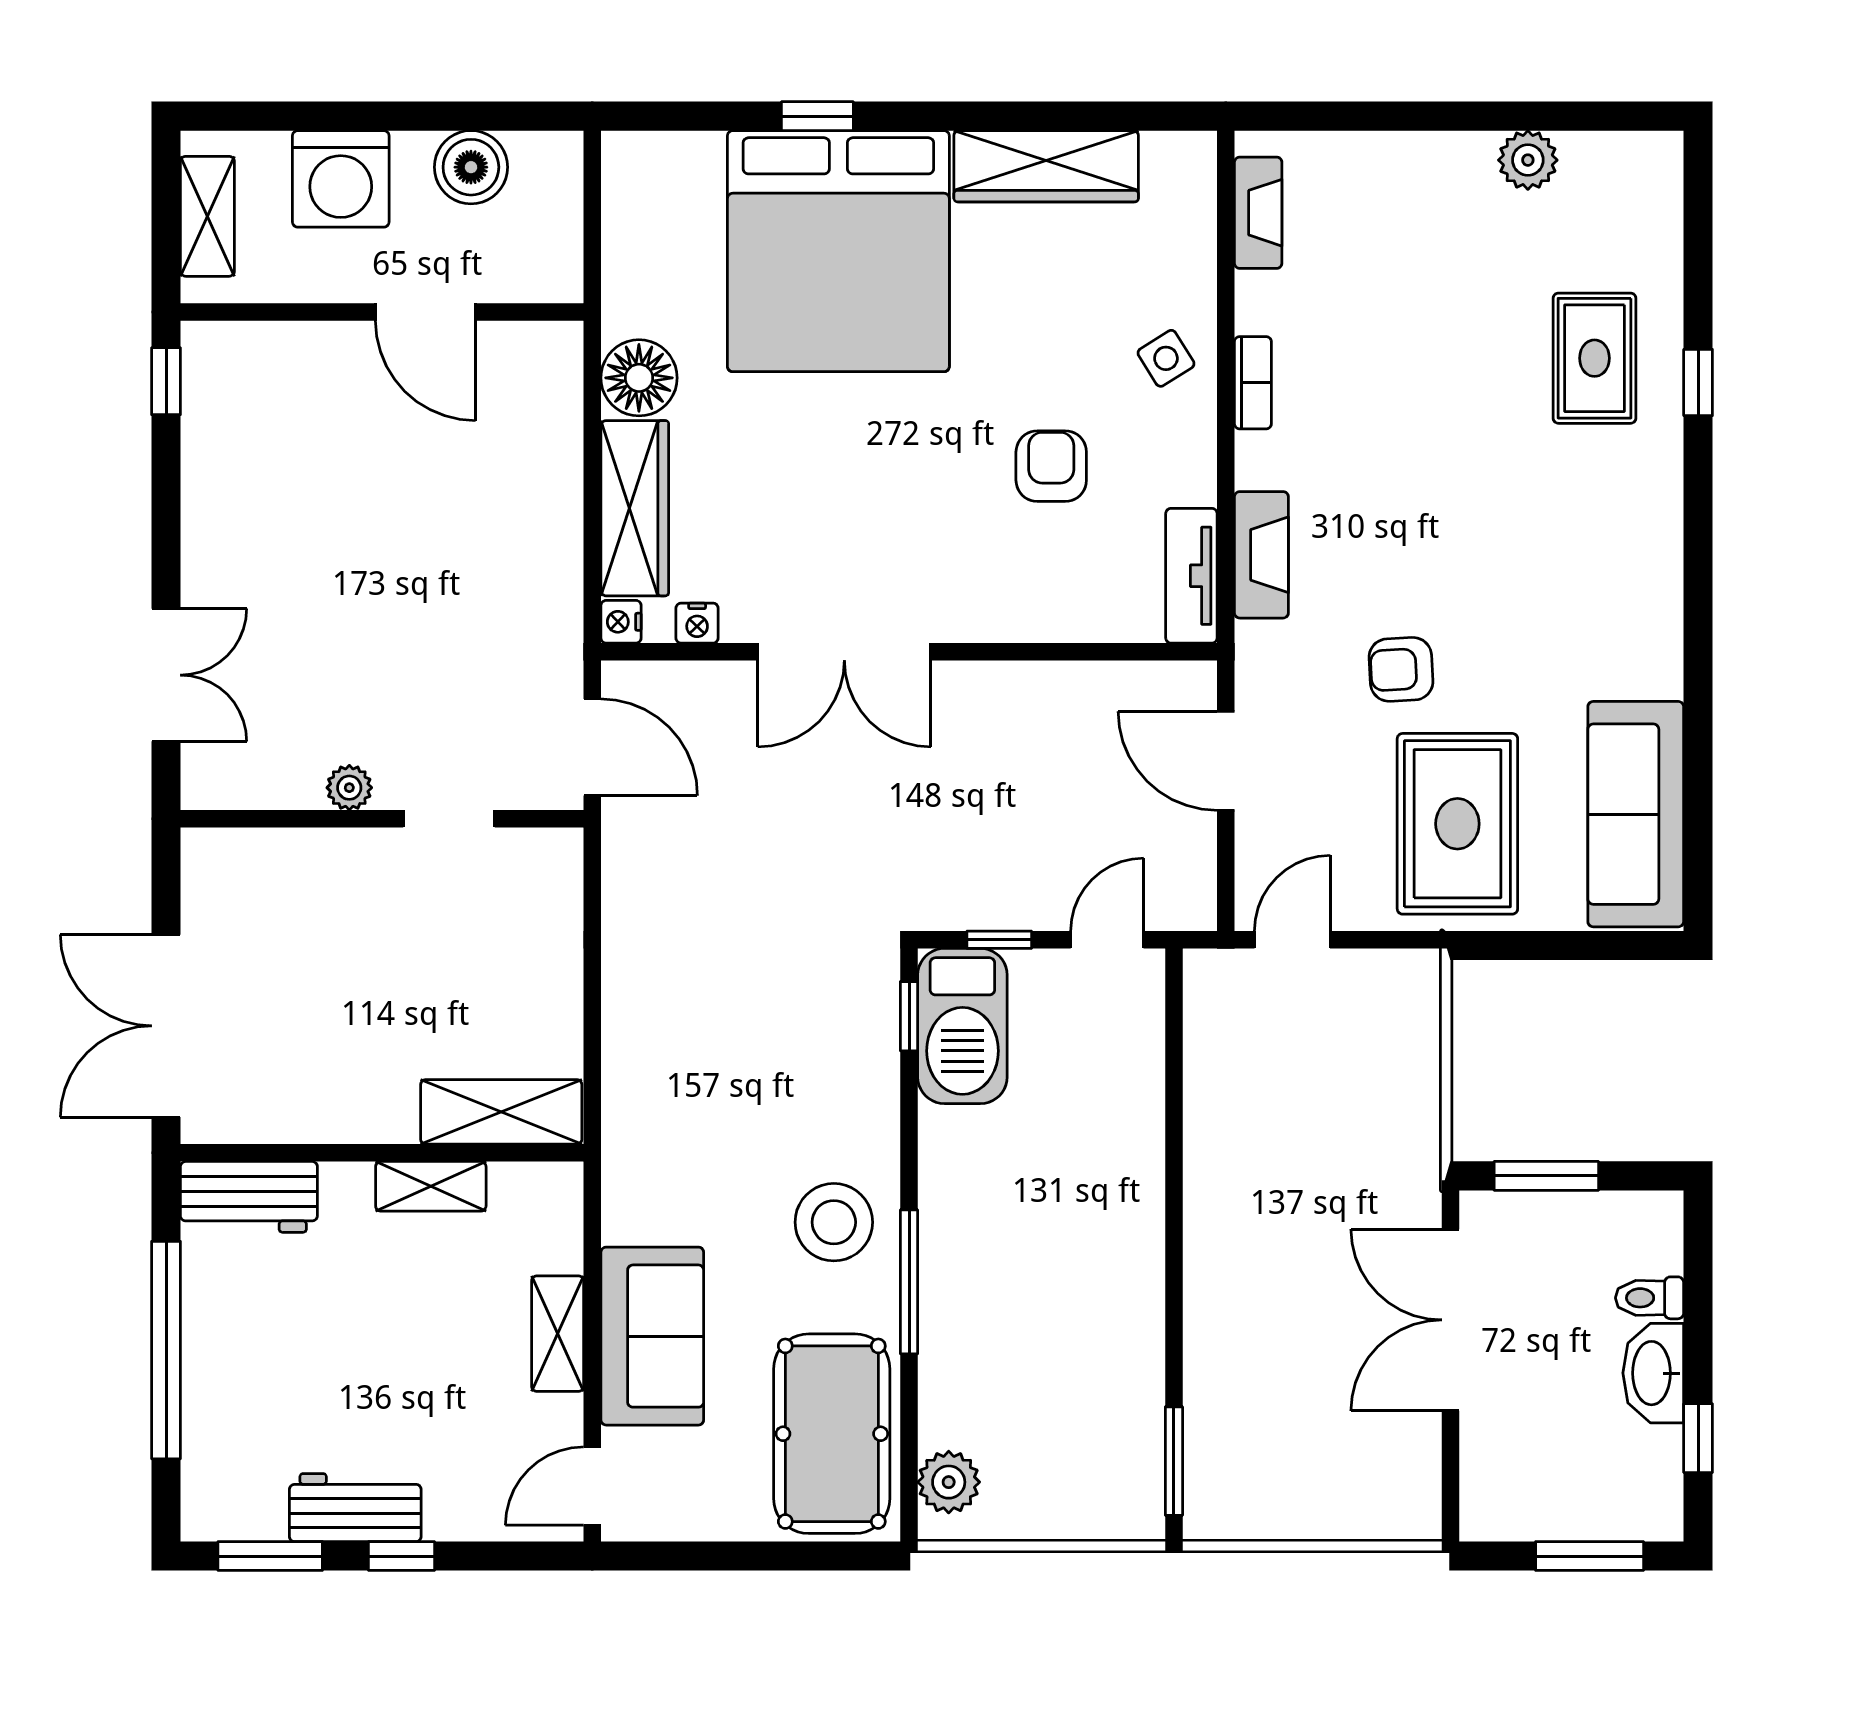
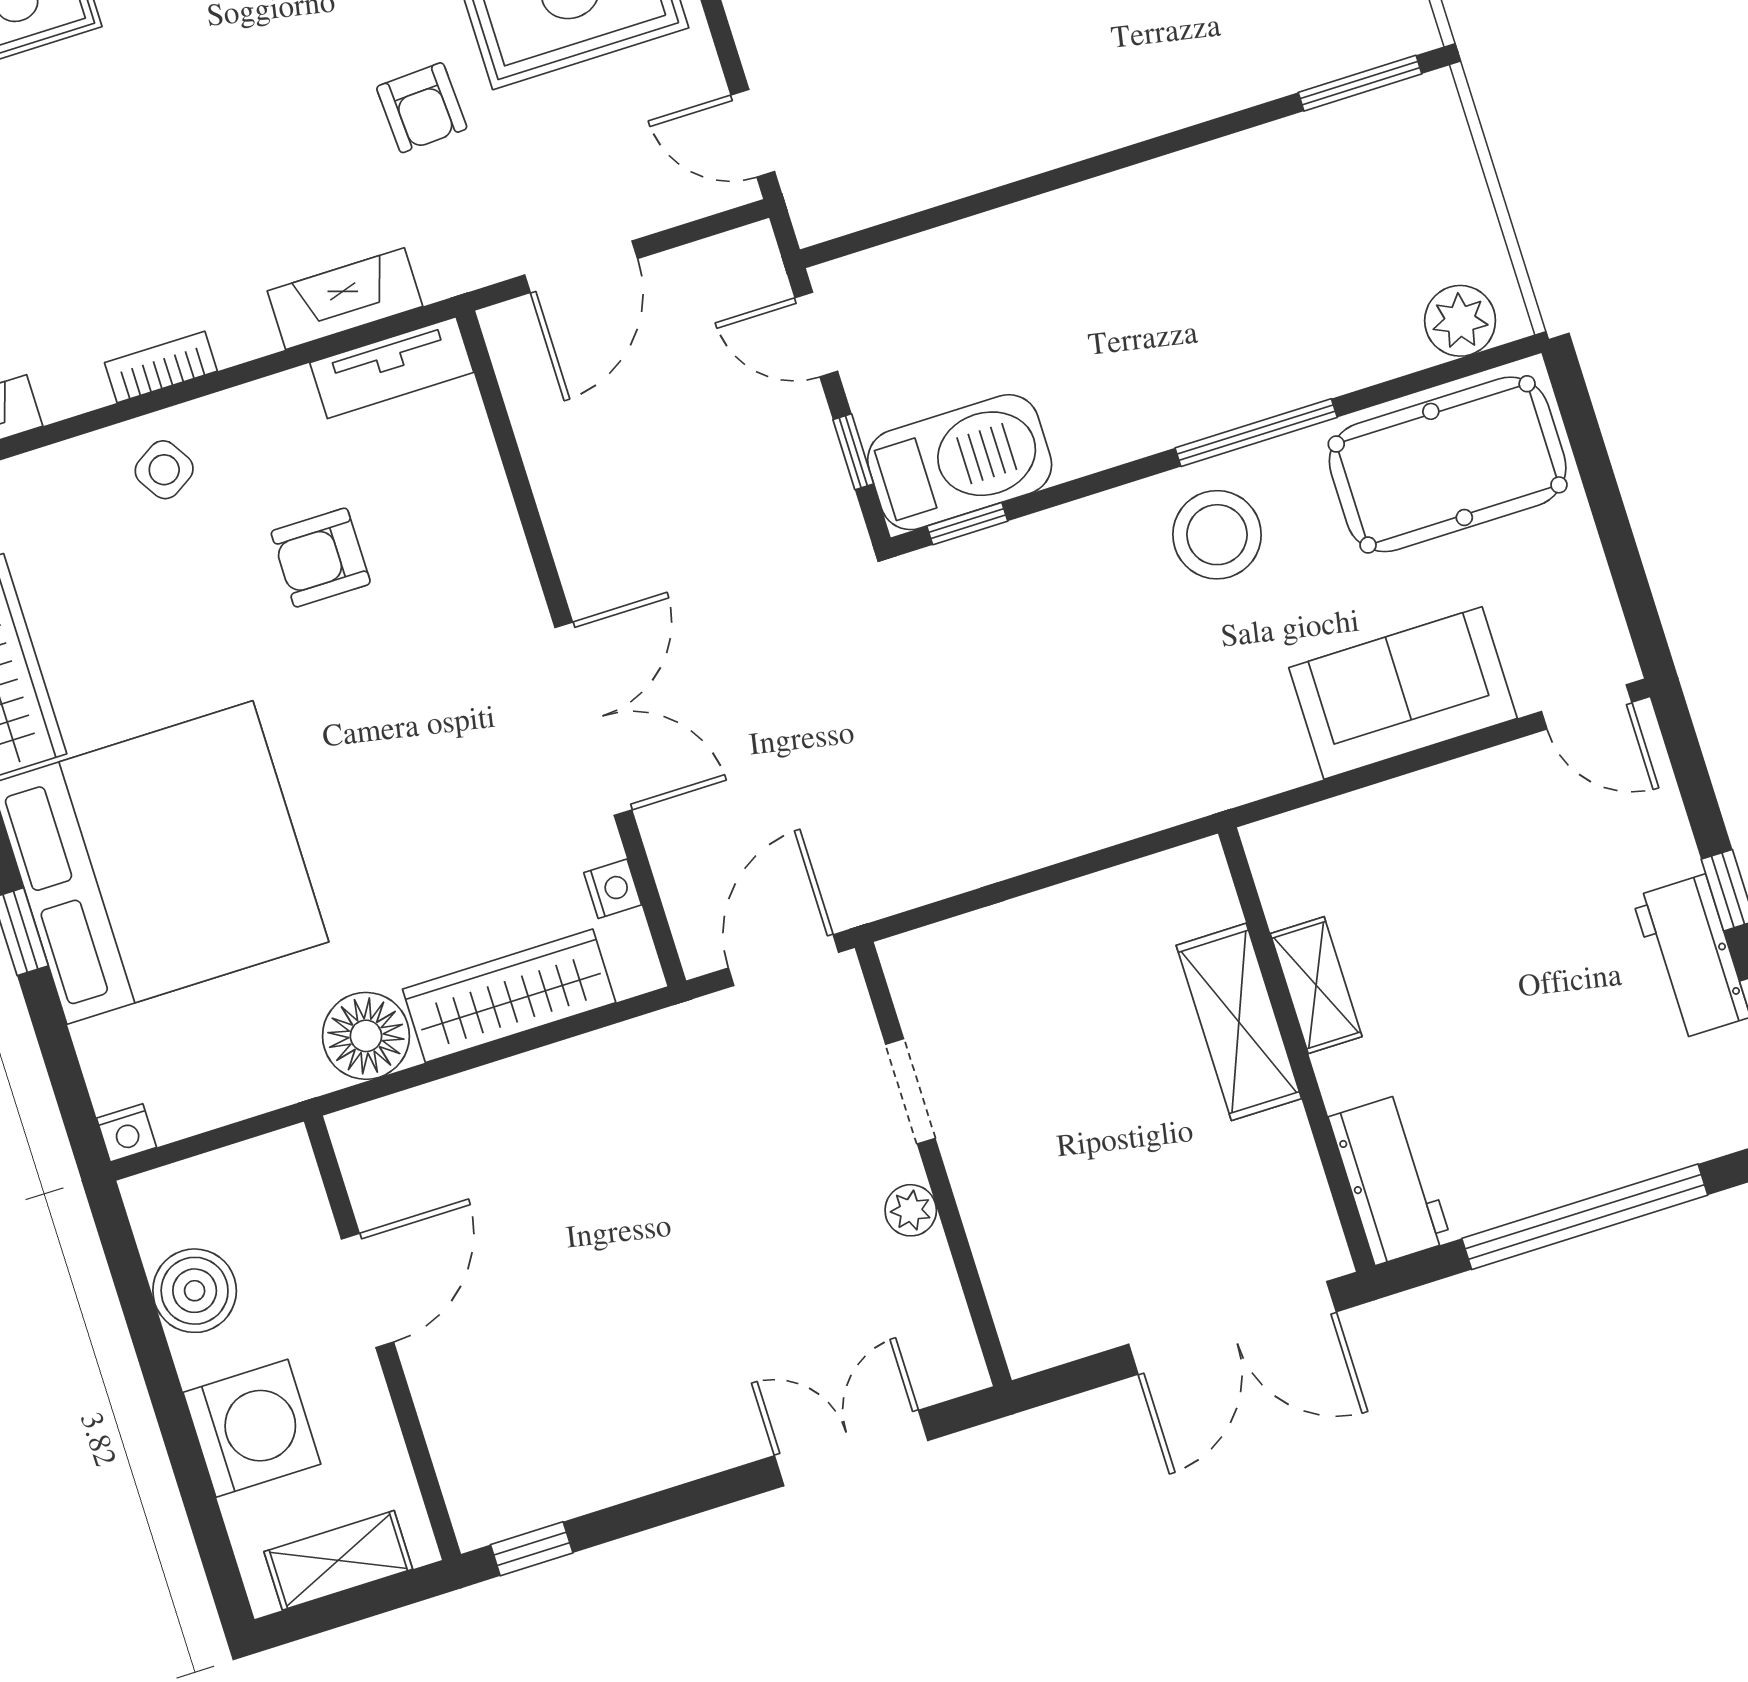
nightstand: (621, 622) -> (127, 1133), moved
shelving: (501, 1112) -> (1239, 1022), moved
shelving: (558, 1334) -> (1433, 797), removed

